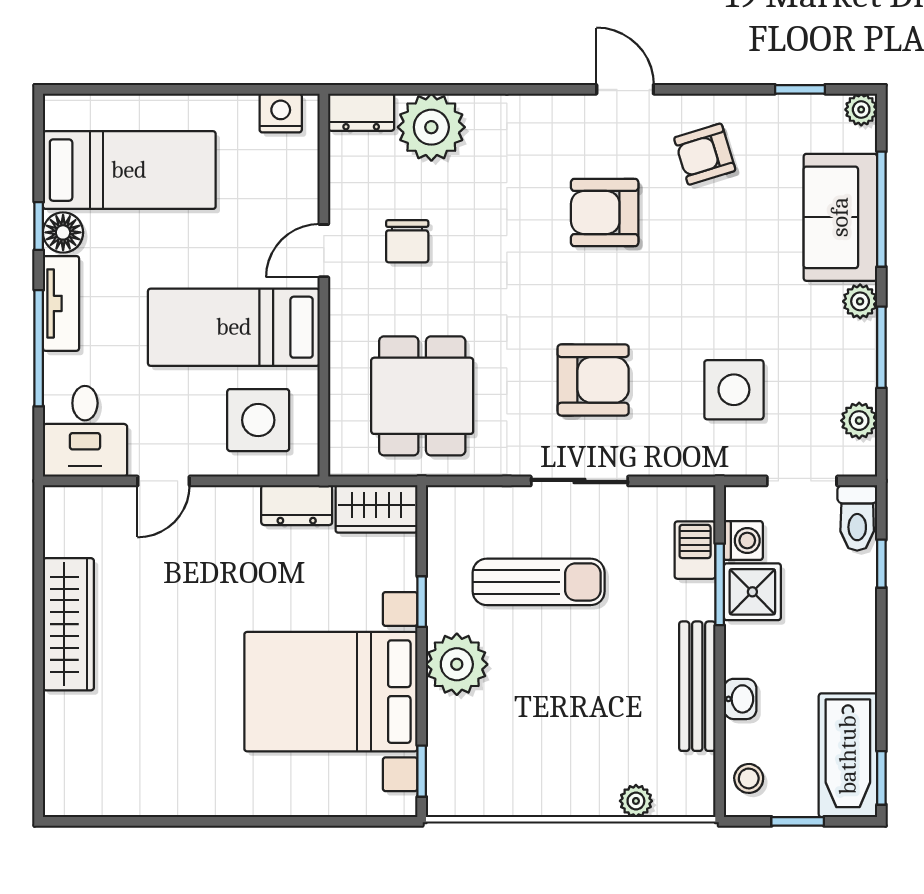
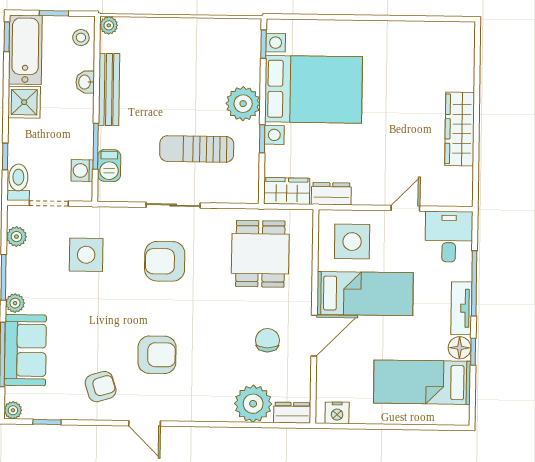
door: (324, 251) -> (314, 336), width x1.38
shower: (752, 592) -> (24, 102), moved
plant: (636, 801) -> (109, 25), moved

